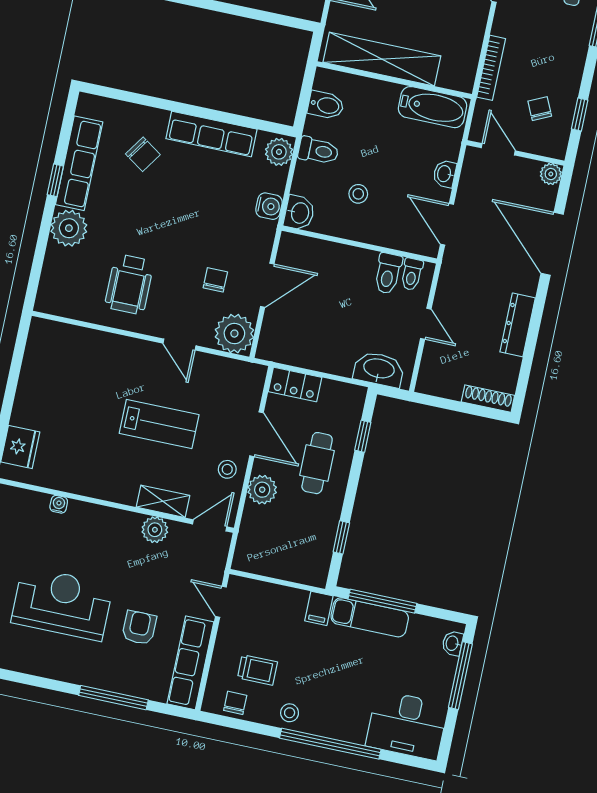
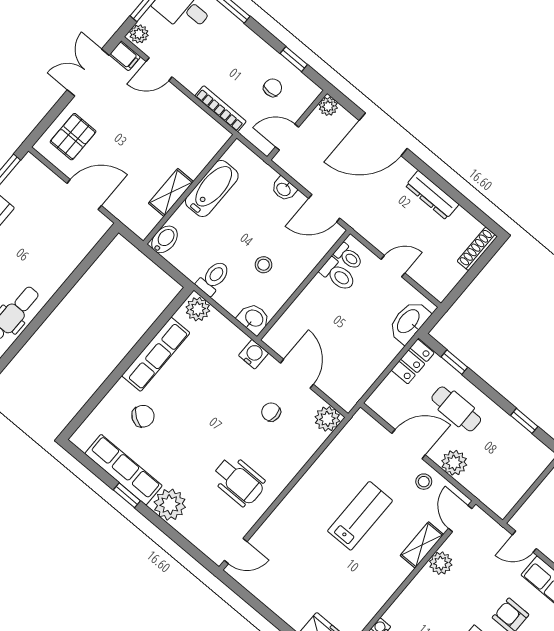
shelving: (382, 59) -> (171, 192), width x0.45, depth x0.75
bidet: (326, 105) -> (165, 239), moved
bathtub: (433, 107) -> (212, 189), moved
chair: (540, 109) -> (273, 88), turned 115
water cooler: (269, 206) -> (253, 354), moved
plant: (234, 334) -> (327, 419), width x0.73, depth x0.73
door: (180, 344) -> (236, 551), moved
locker: (295, 384) -> (413, 361), moved

